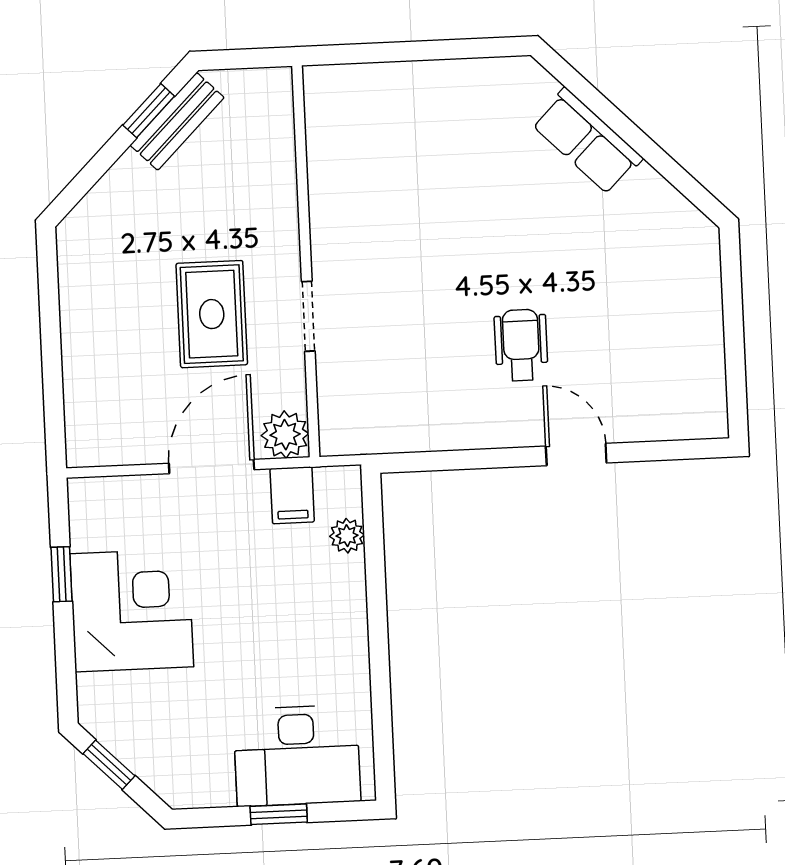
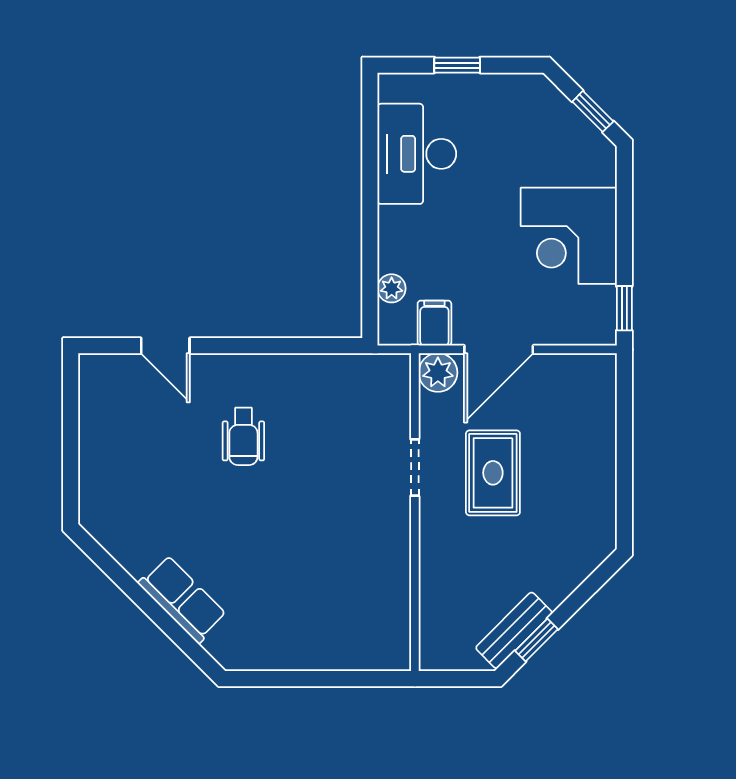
door: (576, 455) -> (165, 346), moved
window: (61, 574) -> (624, 308), moved
desk: (297, 756) -> (417, 154), moved, turned -90

